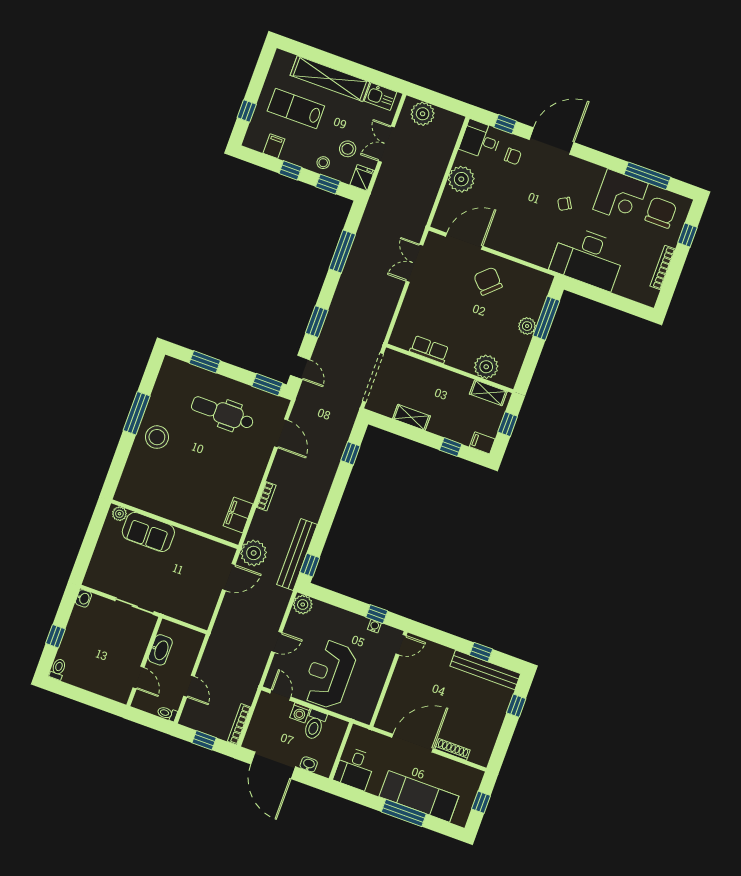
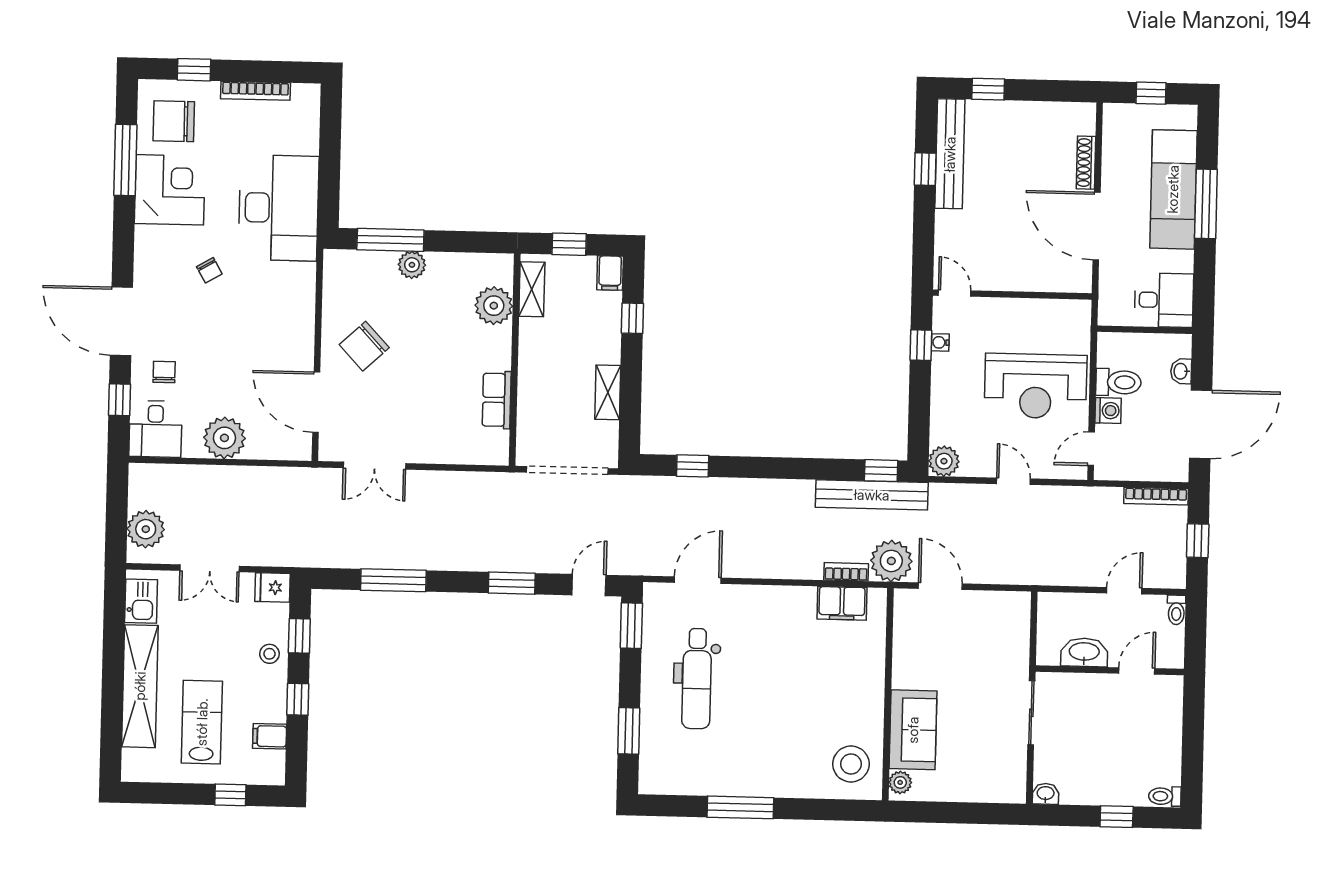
lab bench: (296, 108) -> (202, 722), turned 180
stool: (348, 149) -> (236, 624), removed
stool: (157, 437) -> (851, 764), moved
bookcase: (266, 496) -> (846, 572), moved

